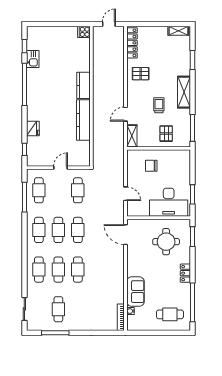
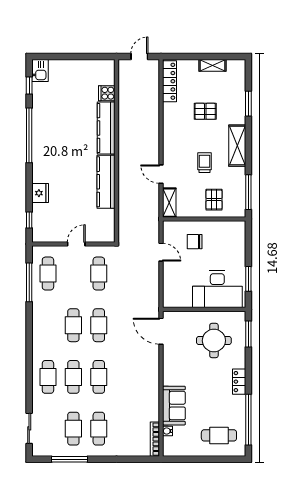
shelving: (178, 31) -> (212, 65), moved
cooker: (84, 32) -> (107, 93), moved
kitchen sink: (33, 59) -> (40, 70), moved
pallet: (141, 74) -> (205, 111), moved
kitchen counter: (83, 85) -> (106, 128), width x1.50
door: (126, 114) -> (161, 174), hinge flipped
door: (126, 194) -> (161, 252), moved
cafe table: (39, 230) -> (99, 429), moved

